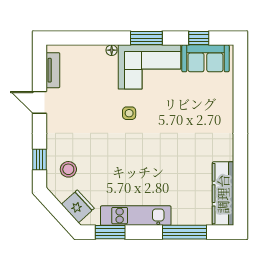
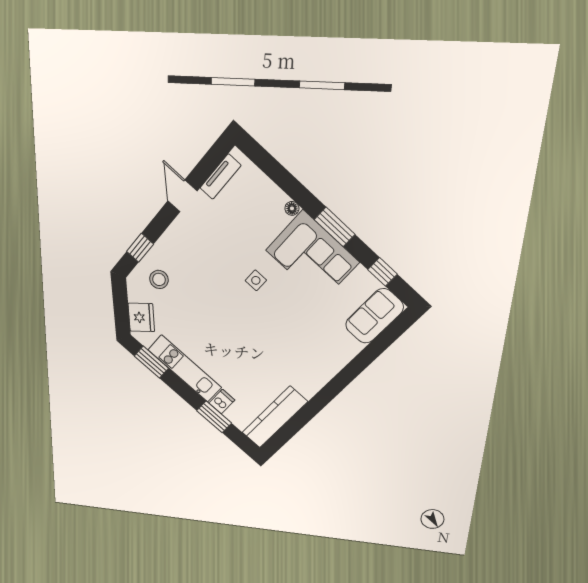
sofa: (205, 58) -> (374, 316), moved, turned 90
dishwasher: (180, 216) -> (222, 402), added
window: (184, 232) -> (214, 417), width x0.69

